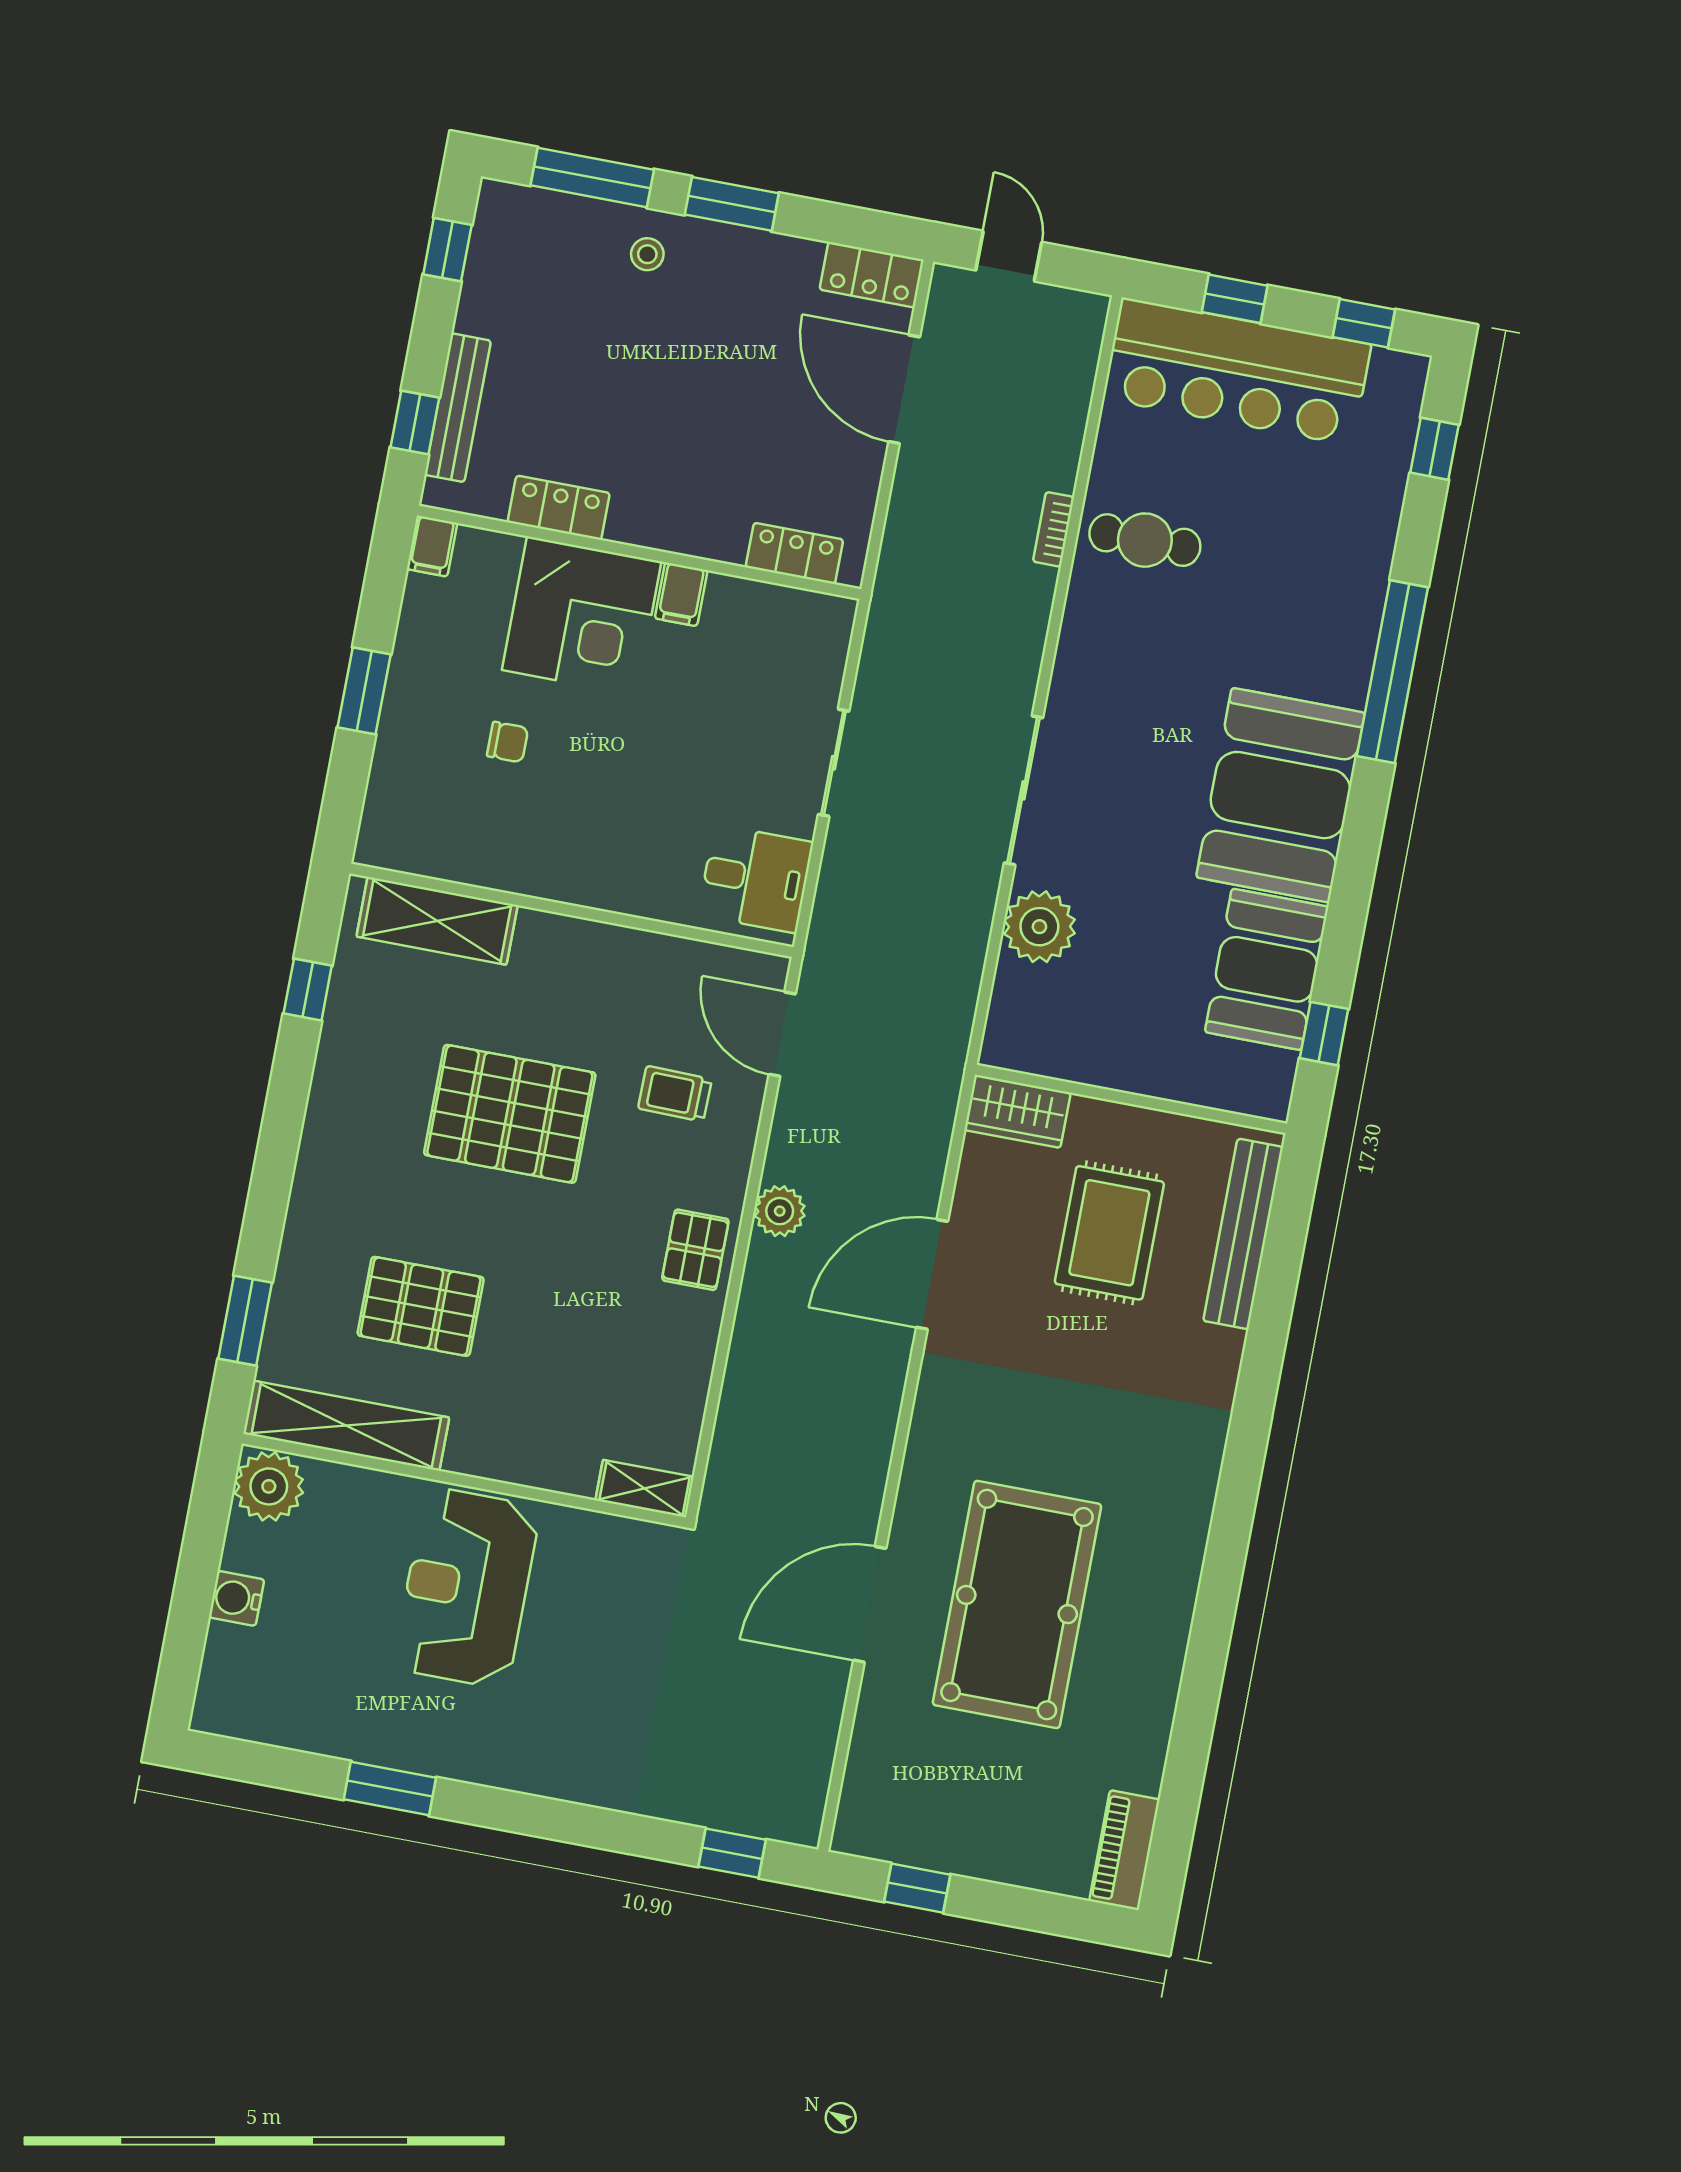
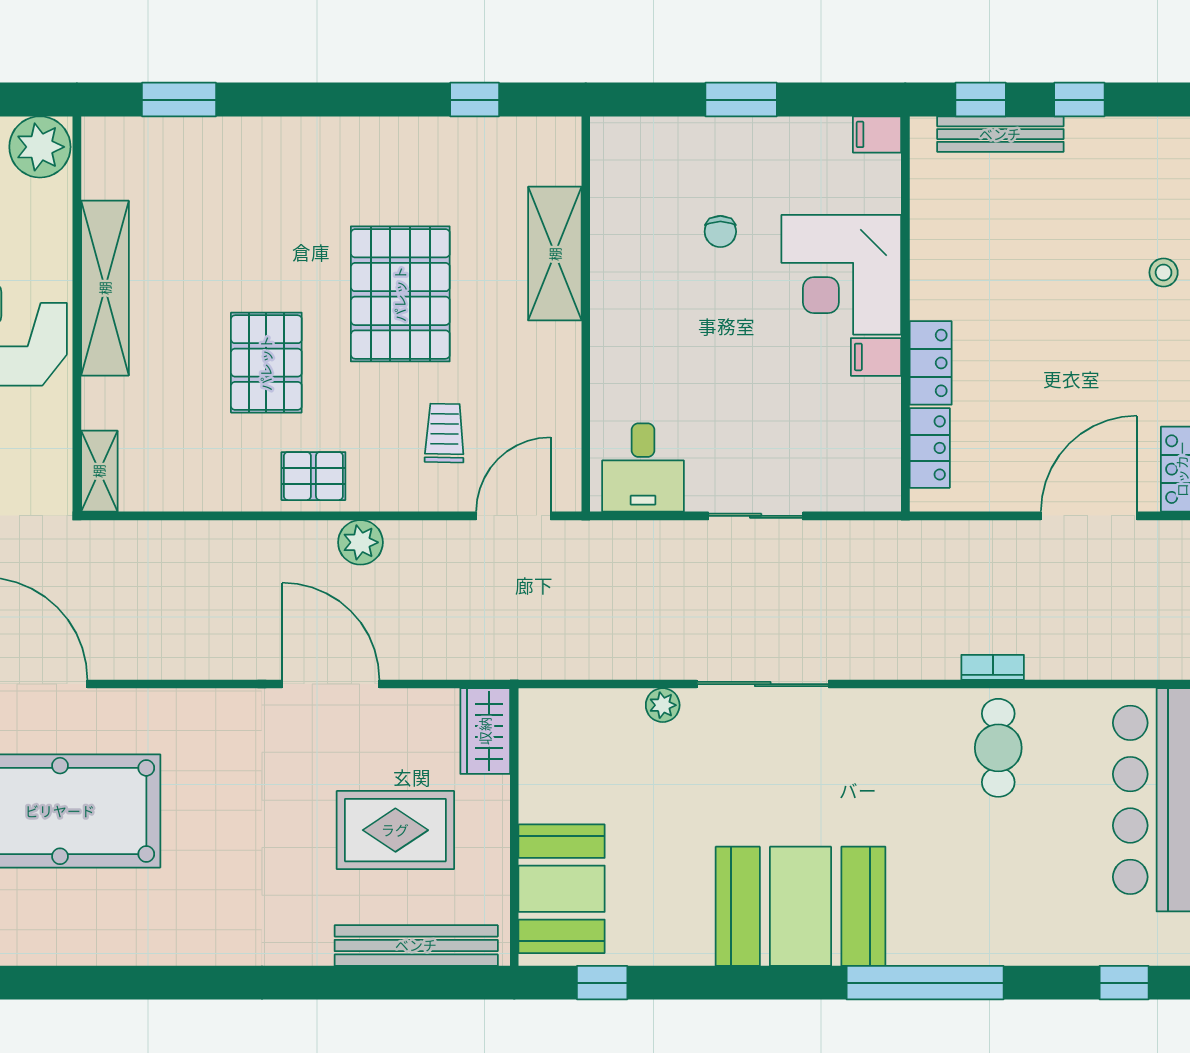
window: (447, 250) -> (1079, 100), moved
locker: (559, 508) -> (931, 363), moved
shelving: (437, 921) -> (555, 254), moved
plant: (1039, 927) -> (663, 705), width x0.53, depth x0.53
booth: (1267, 969) -> (562, 889), moved, turned 90
pallet: (421, 1306) -> (266, 363), moved
shelving: (346, 1426) -> (105, 288), moved

